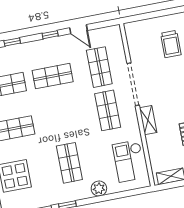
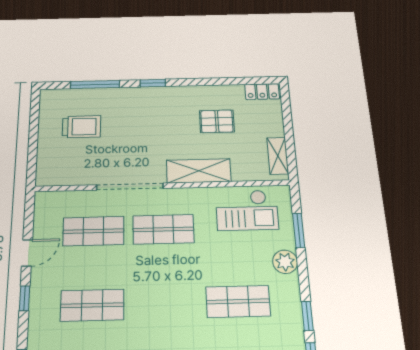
shop shelf: (53, 76) -> (92, 305), turned 90
shelving: (148, 120) -> (199, 171), width x1.50, depth x1.33
window: (121, 195) -> (299, 230), added

